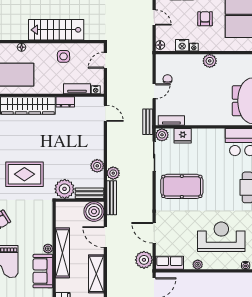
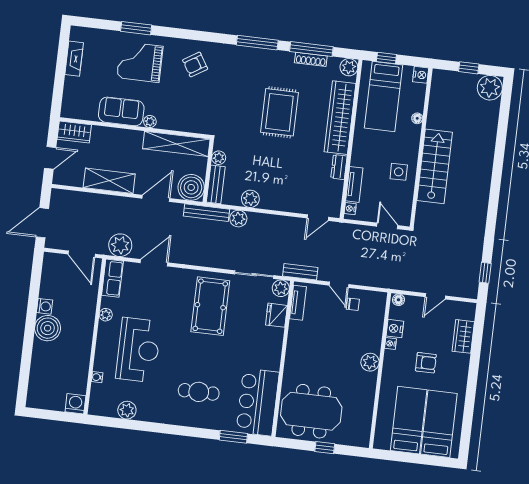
rug: (24, 174) -> (279, 112), moved
plant: (65, 189) -> (219, 158), width x0.53, depth x0.53
shelving: (62, 253) -> (176, 144), moved

